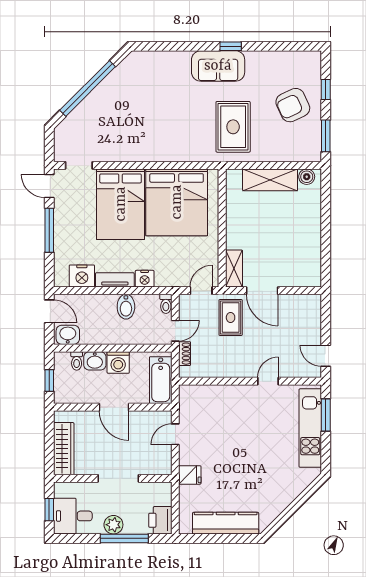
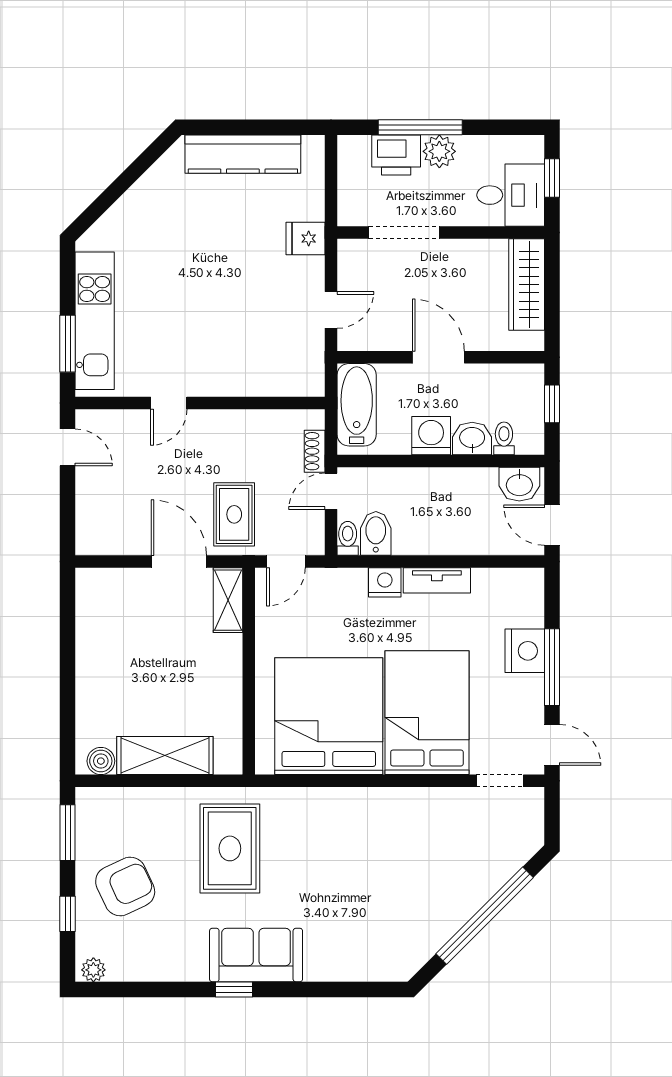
plant: (311, 58) -> (93, 970), added
nightstand: (82, 276) -> (525, 651), moved, turned 90
bidet: (126, 307) -> (376, 533), moved
doorway: (118, 478) -> (404, 232), moved
desk: (73, 516) -> (511, 195), moved
printer: (160, 520) -> (396, 155), moved, turned 90

